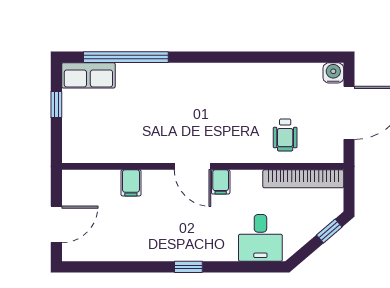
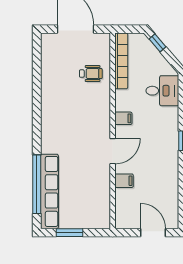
water cooler: (333, 73) -> (48, 40), removed
row of seats: (88, 75) -> (49, 191), width x2.02
window: (56, 104) -> (70, 233), width x1.50
door: (193, 166) -> (113, 151), moved

